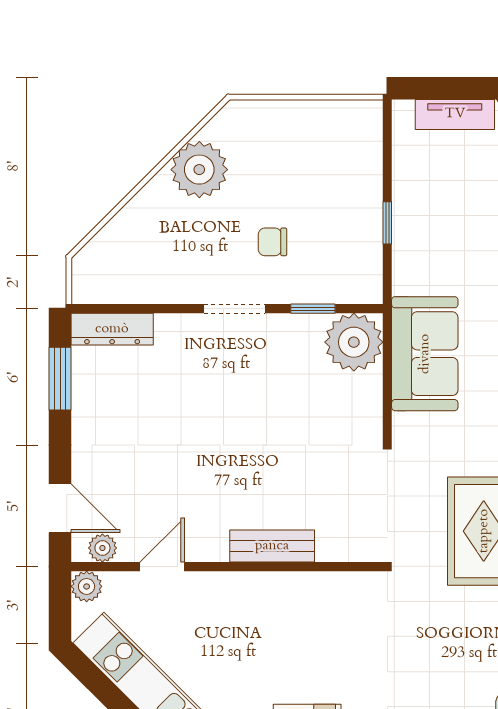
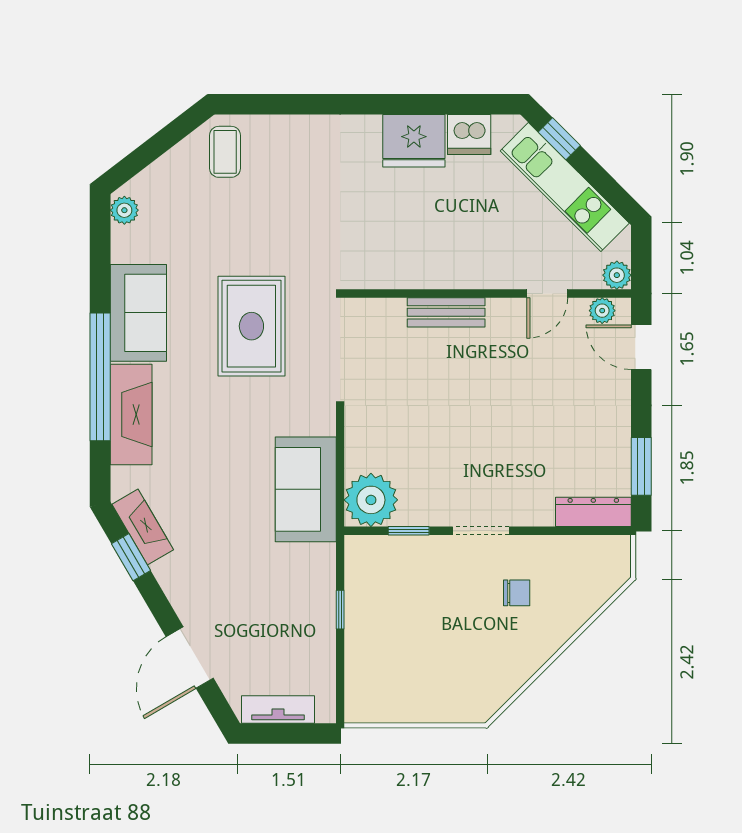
plant: (199, 170) -> (513, 659), removed
chair: (272, 242) -> (517, 593), moved

